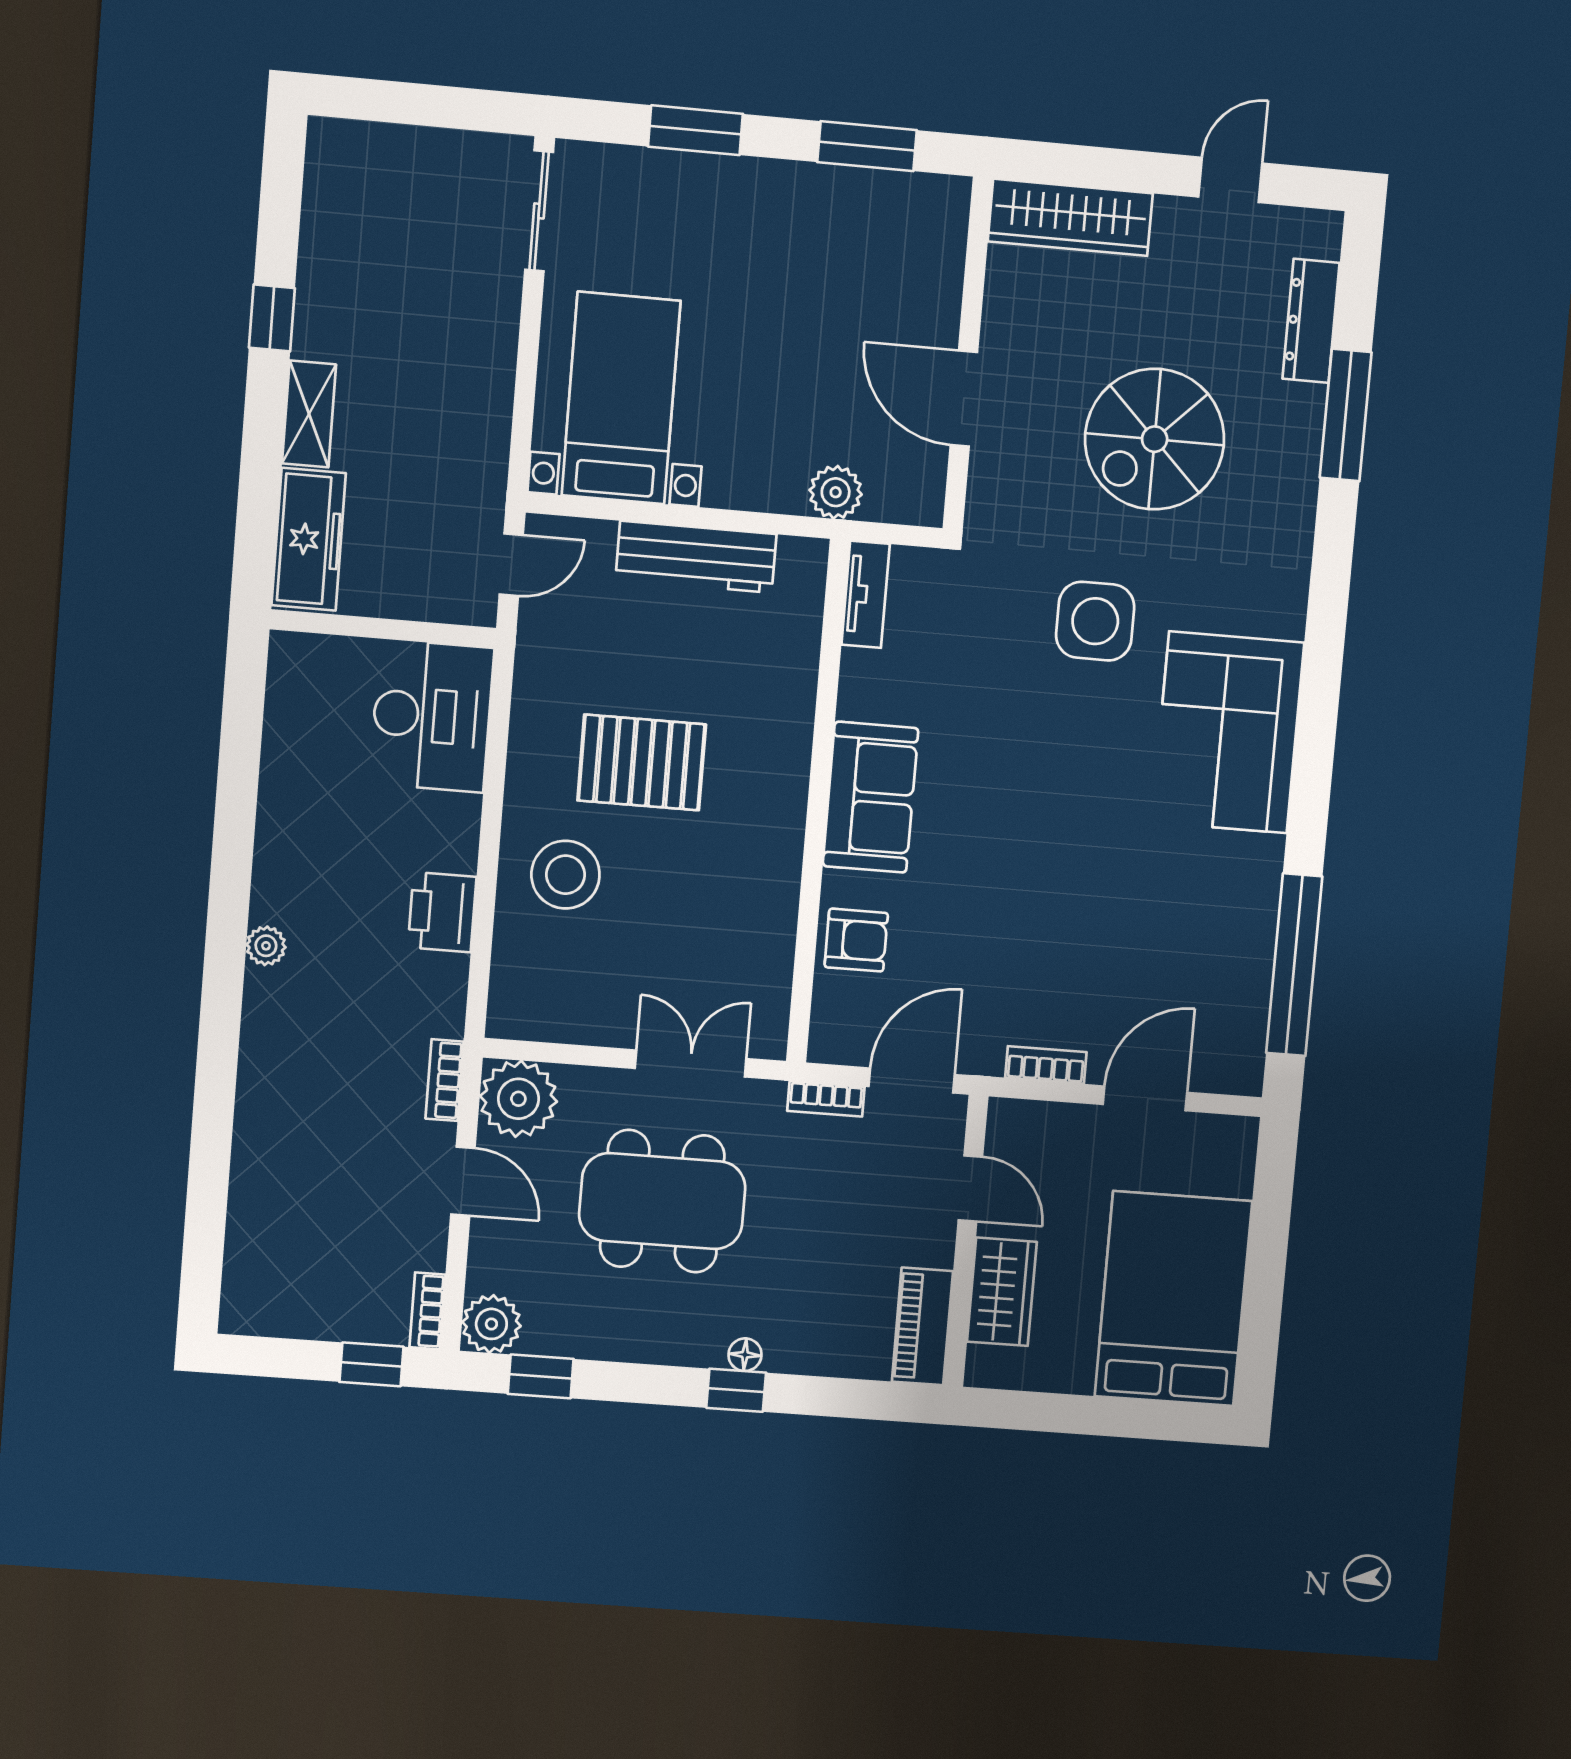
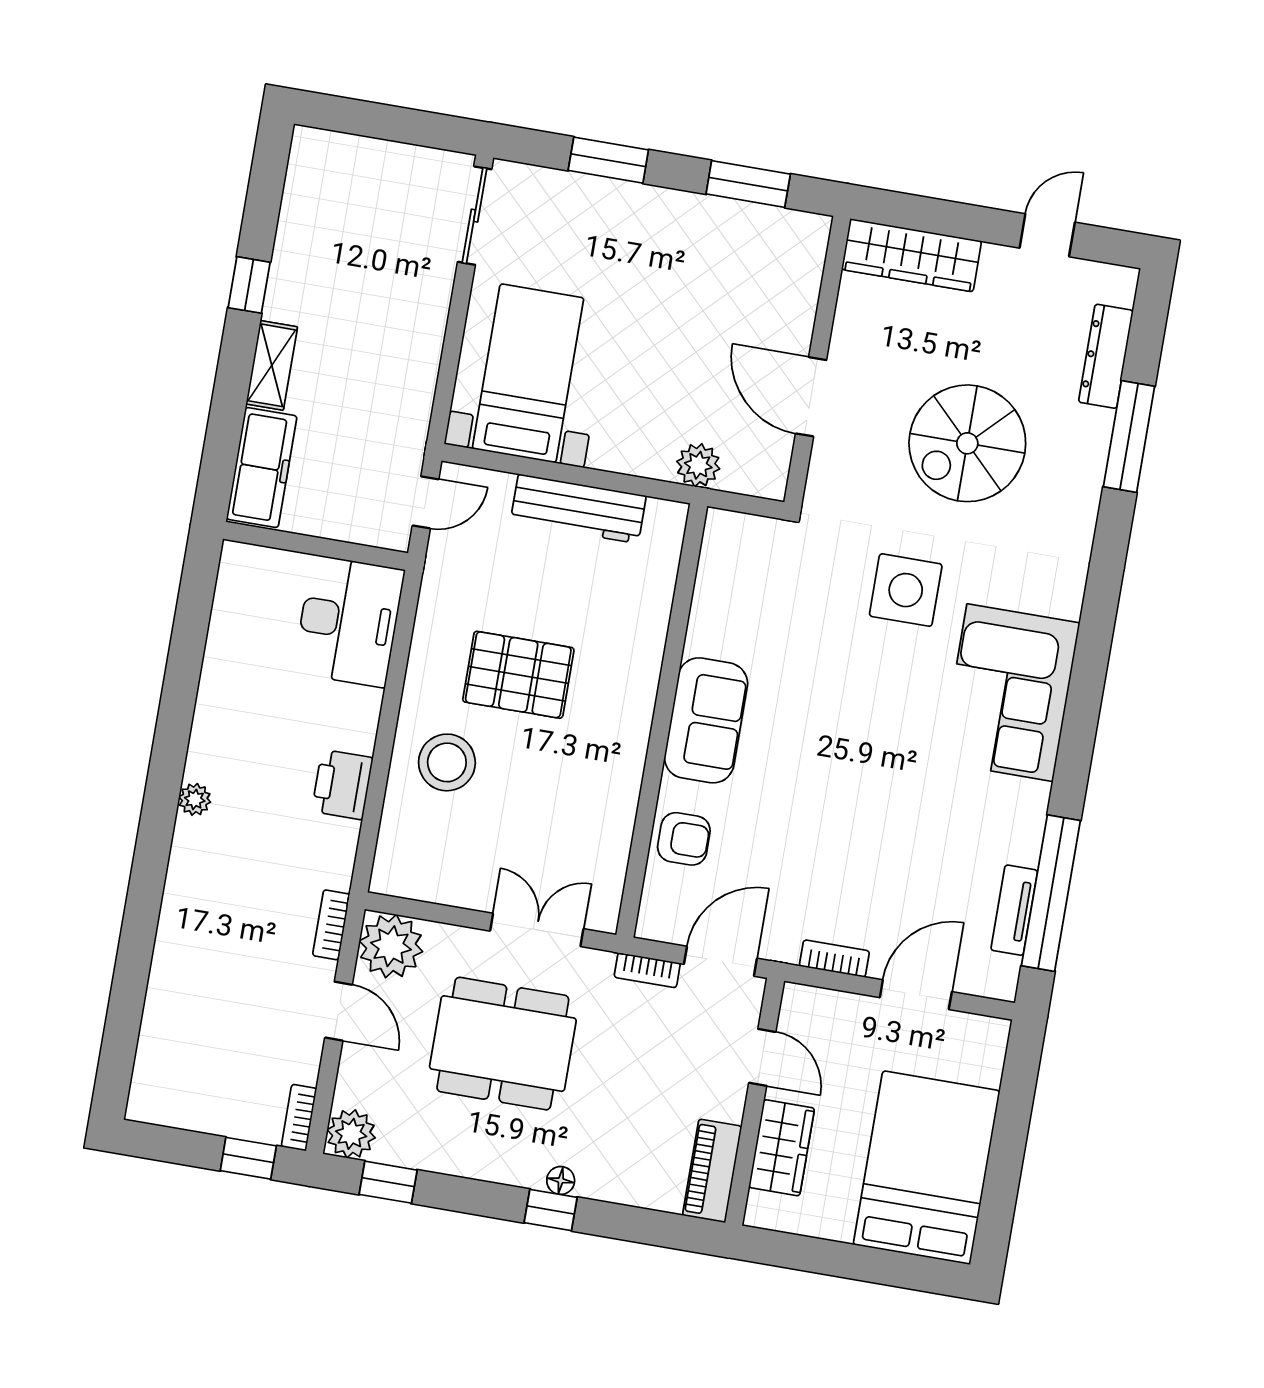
tv unit: (866, 594) -> (1014, 910), moved, turned 180

